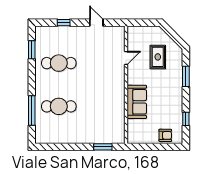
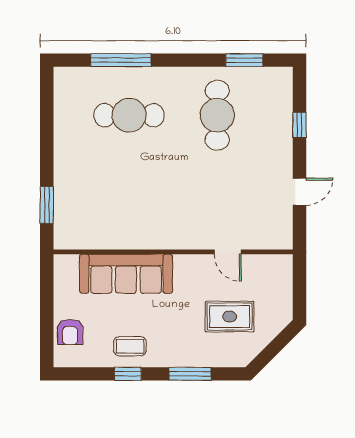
sofa: (137, 102) -> (126, 274), width x1.36
cafe table: (59, 106) -> (129, 115), turned 90
coffee table: (172, 106) -> (130, 346), added
window: (186, 119) -> (128, 374), moved

